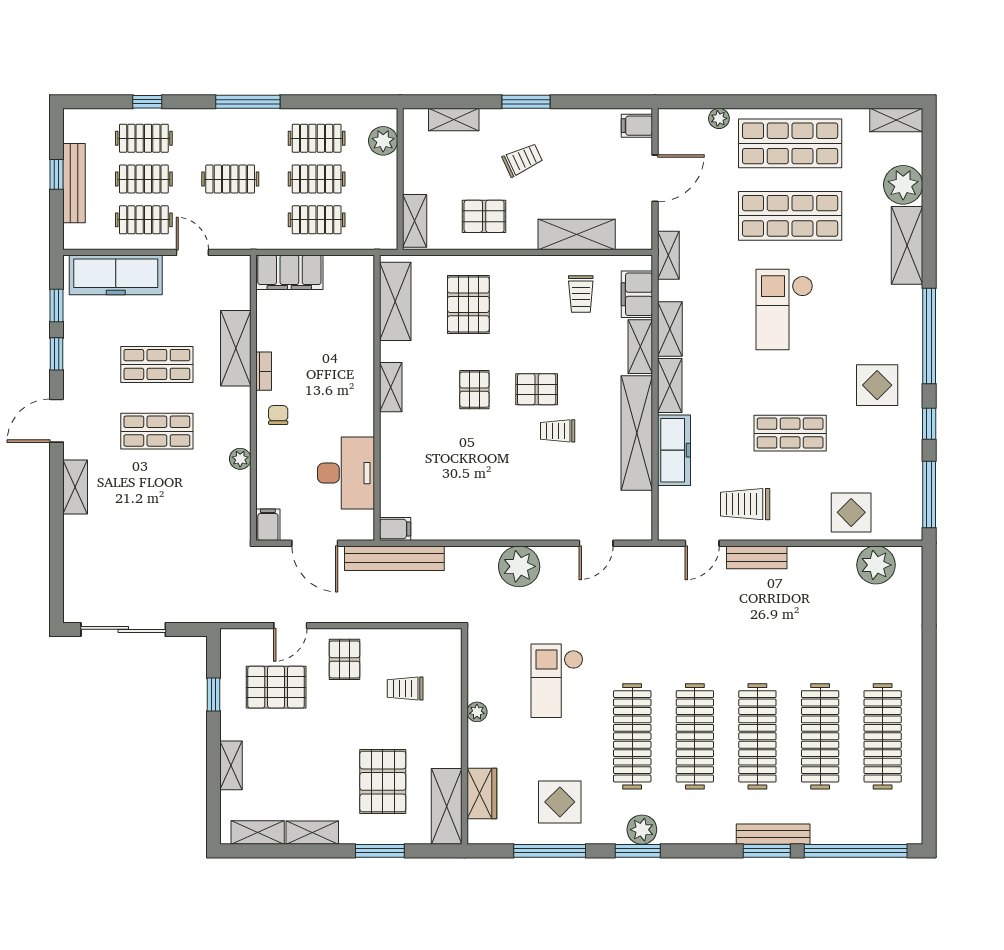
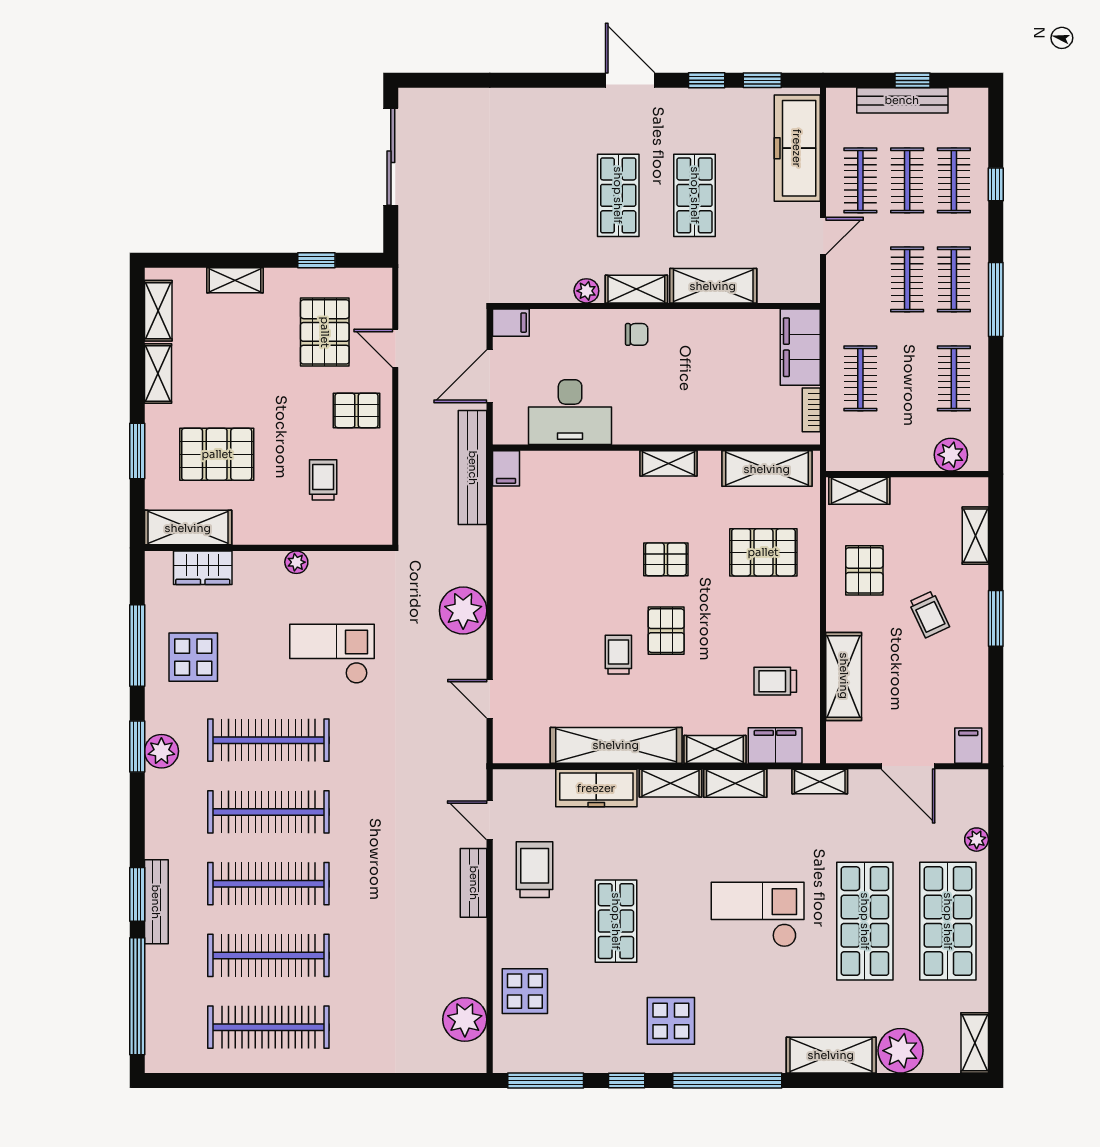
clothes rail: (317, 179) -> (954, 279), moved
bookcase: (264, 371) -> (811, 410), moved, turned 90
shelving: (75, 487) -> (636, 289), moved

